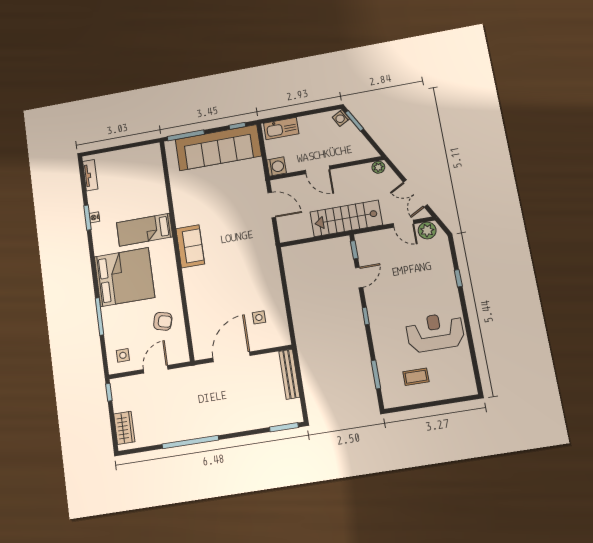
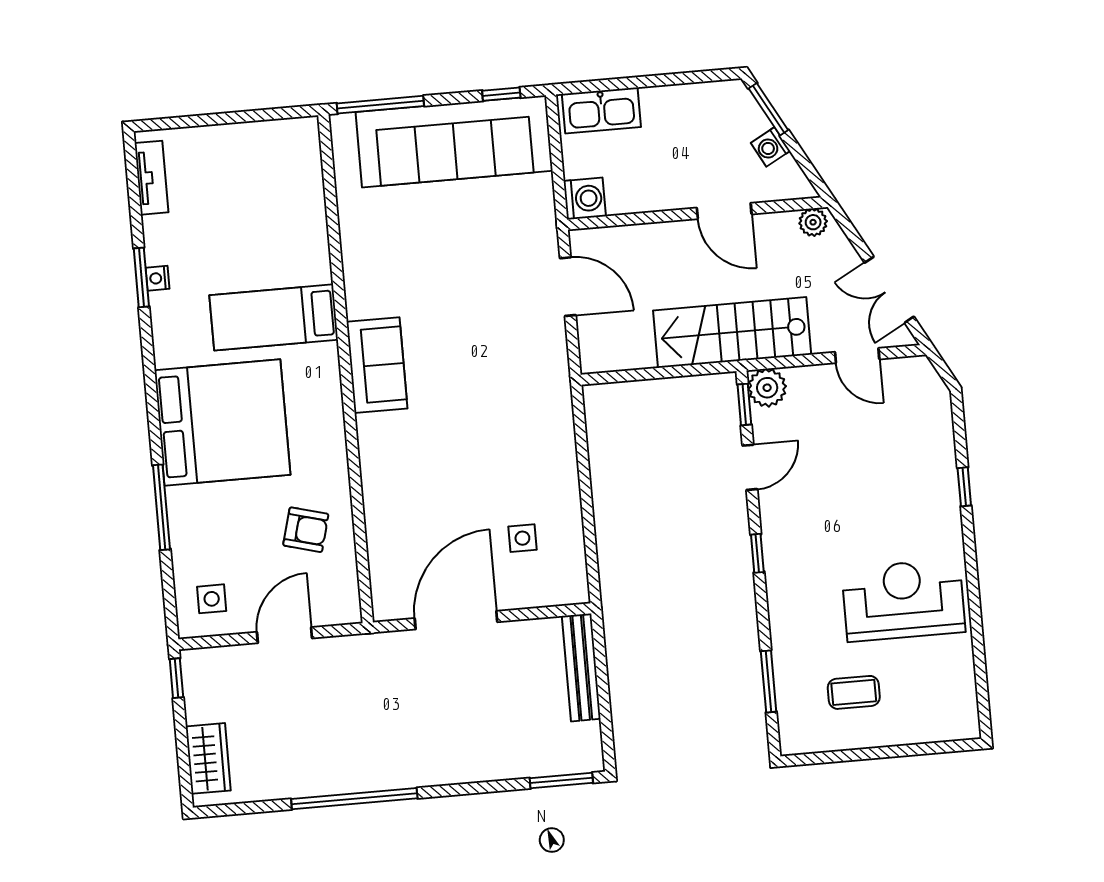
washing machine: (341, 118) -> (770, 147), moved
door: (318, 170) -> (724, 211), moved
plant: (427, 230) -> (767, 388), moved

